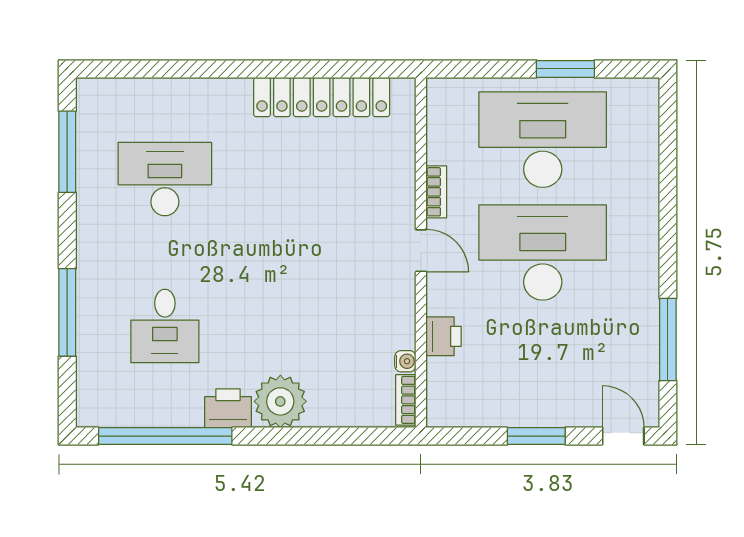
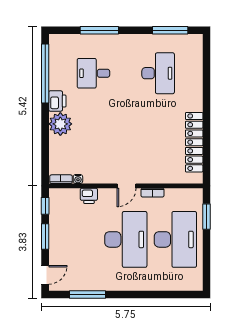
window: (565, 69) -> (206, 217), moved
window: (467, 436) -> (45, 206), added

